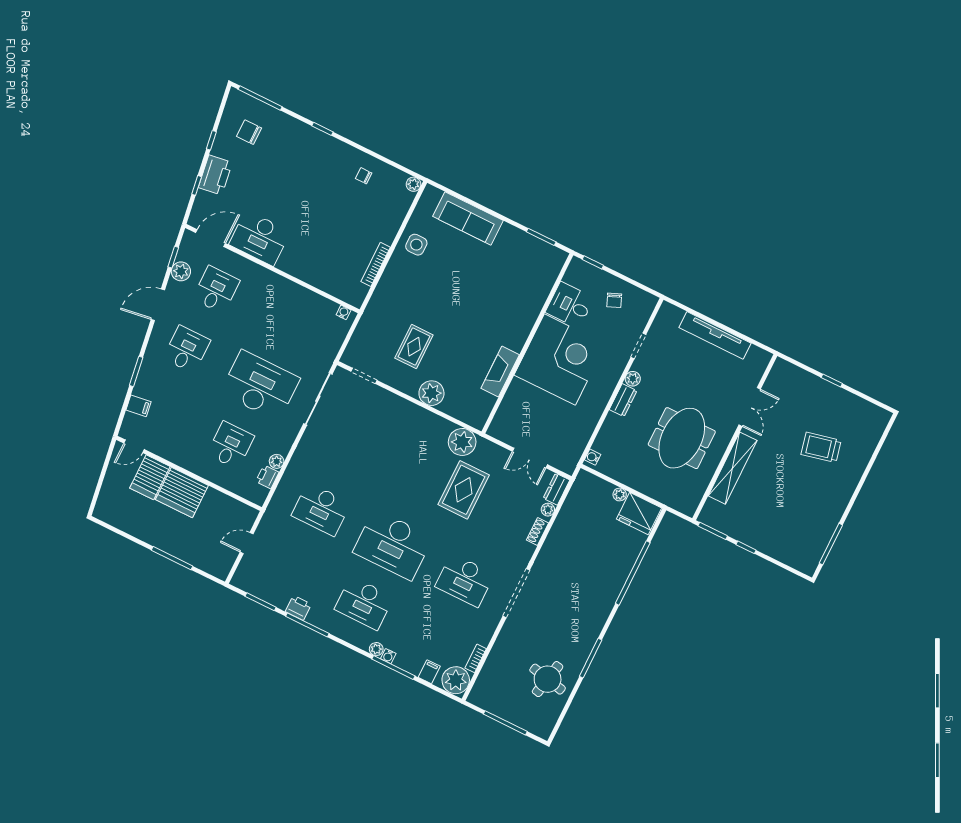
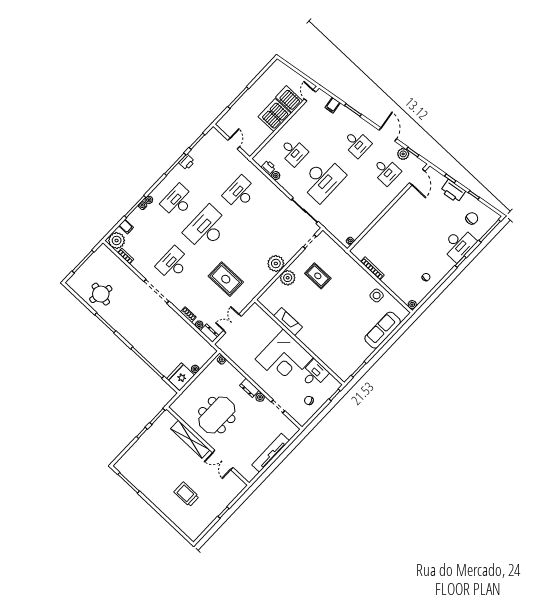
desk: (260, 238) -> (459, 244), moved, turned 180
meeting table: (682, 438) -> (217, 415), turned 90
plant: (462, 442) -> (276, 264), moved
trolley: (821, 447) -> (186, 494), turned -77

